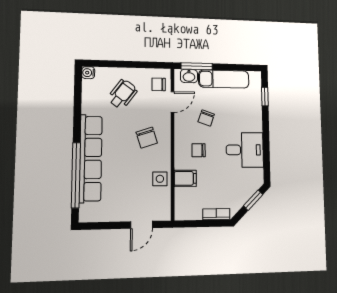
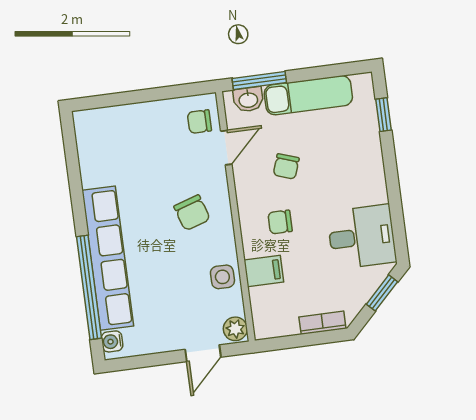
water cooler: (88, 73) -> (112, 341), moved
wheelchair: (123, 94) -> (143, 147), removed
desk: (245, 150) -> (362, 237), moved
plant: (163, 212) -> (235, 329), added

